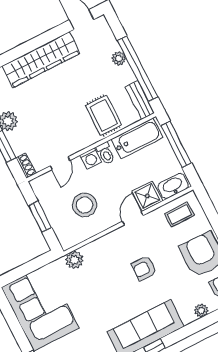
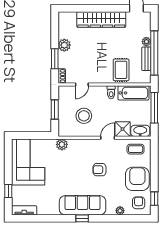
bench: (140, 100) -> (146, 59), moved
washing machine: (91, 159) -> (101, 91), removed

